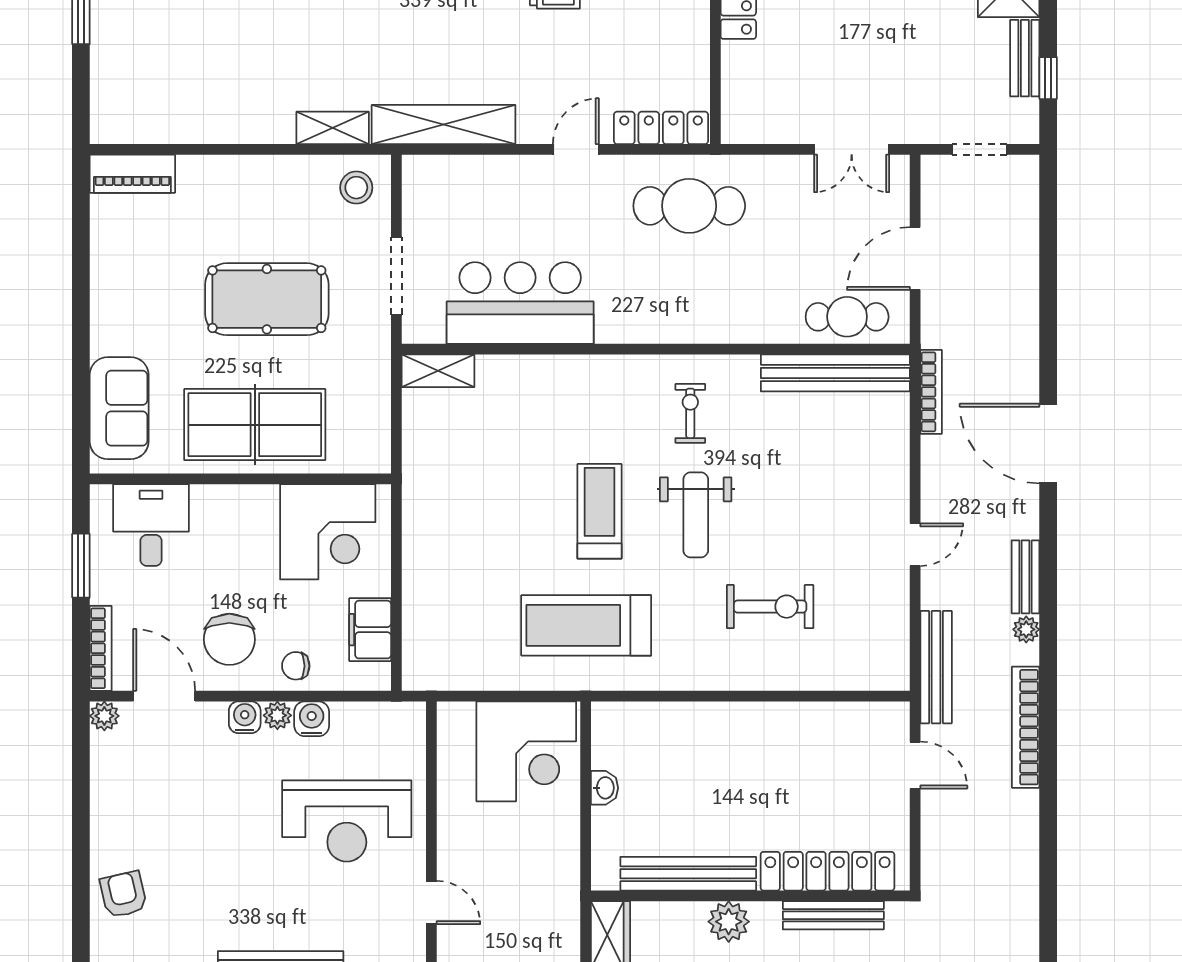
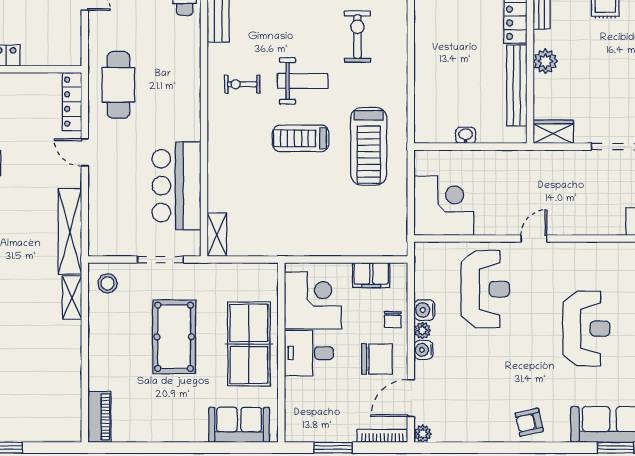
desk: (151, 525) -> (309, 353), moved
corner desk: (526, 751) -> (444, 206), moved

